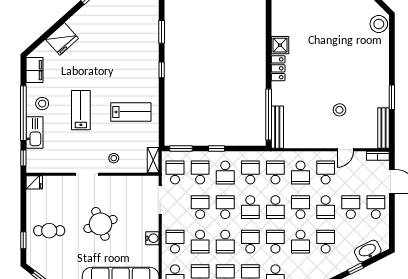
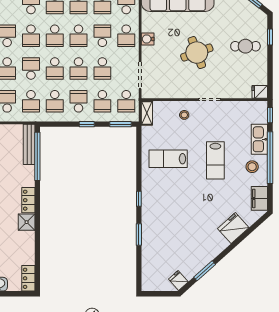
school desk: (250, 207) -> (55, 69), turned 180
school desk: (225, 242) -> (79, 36), turned 180

